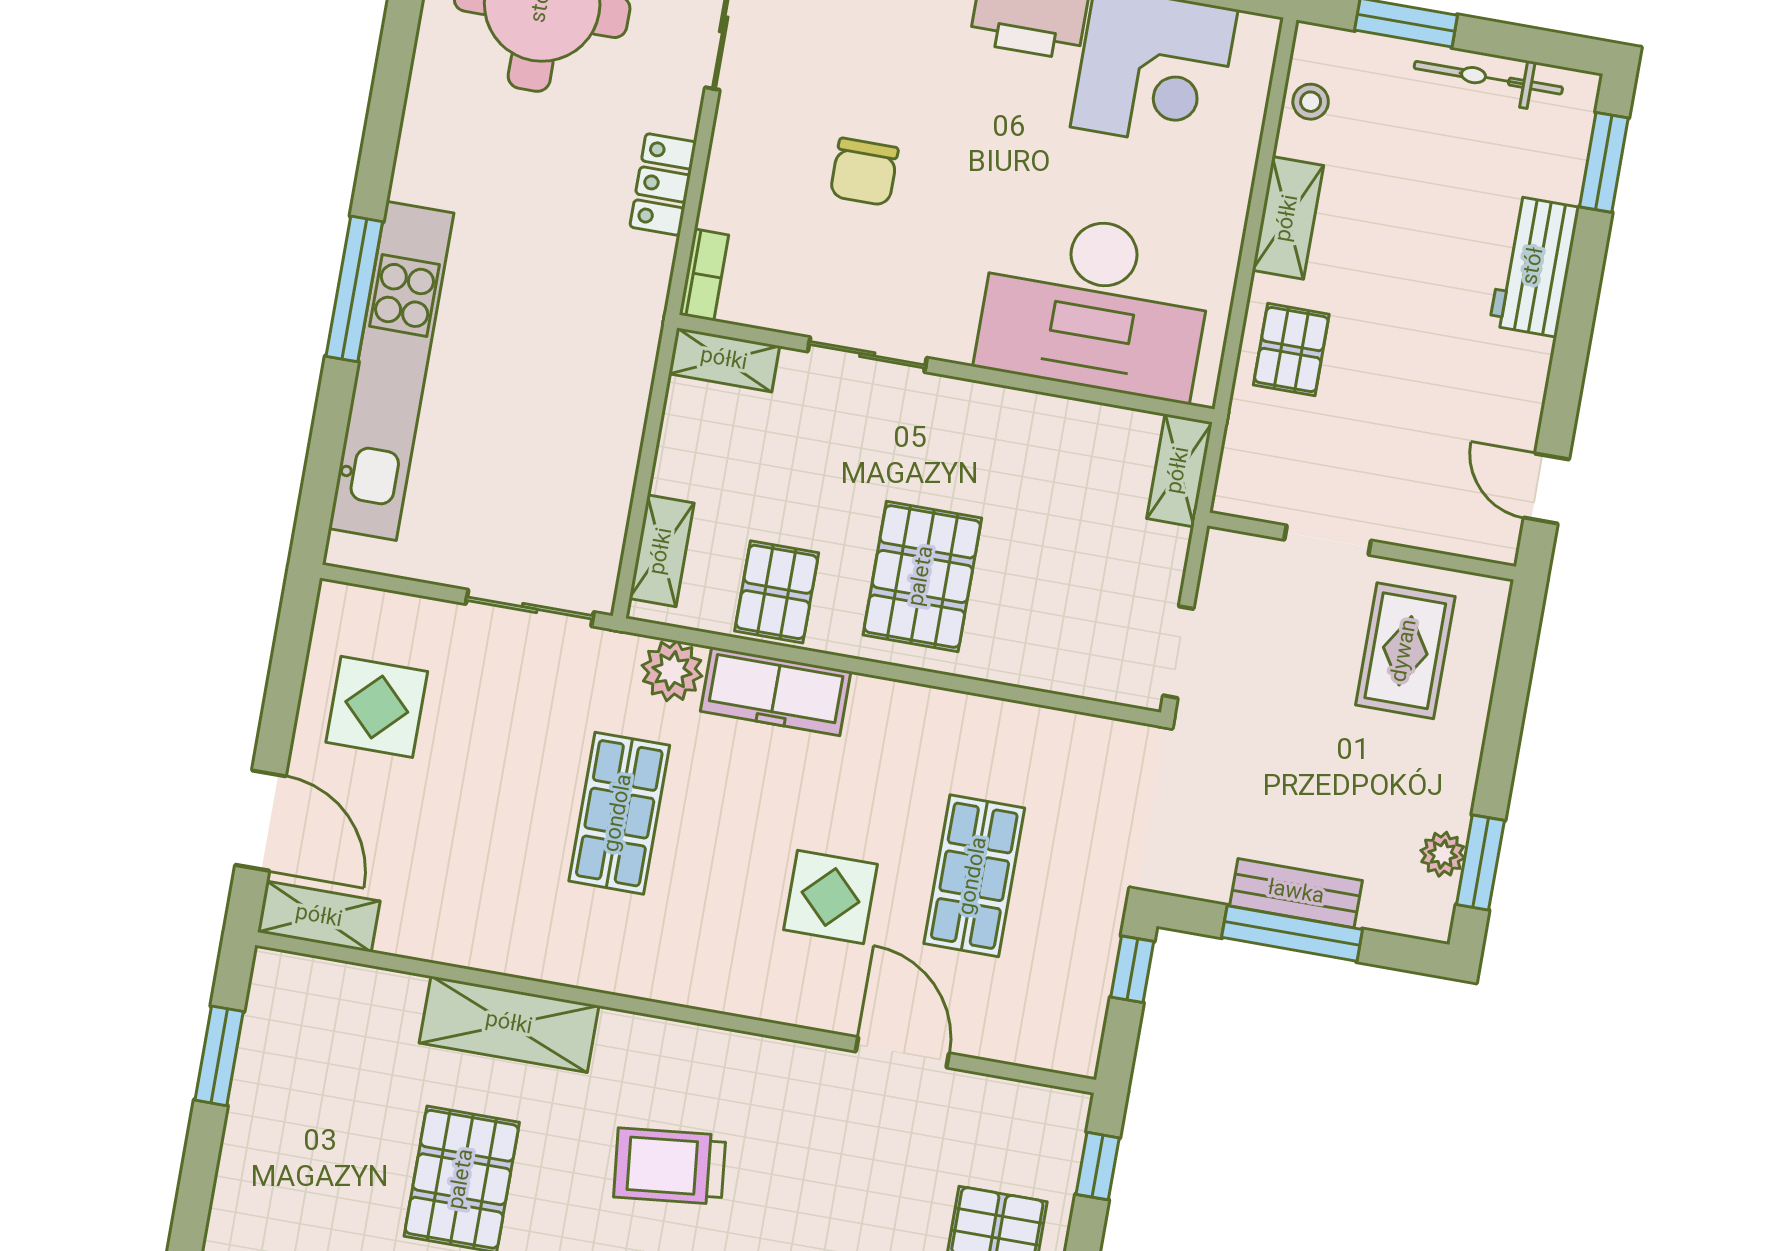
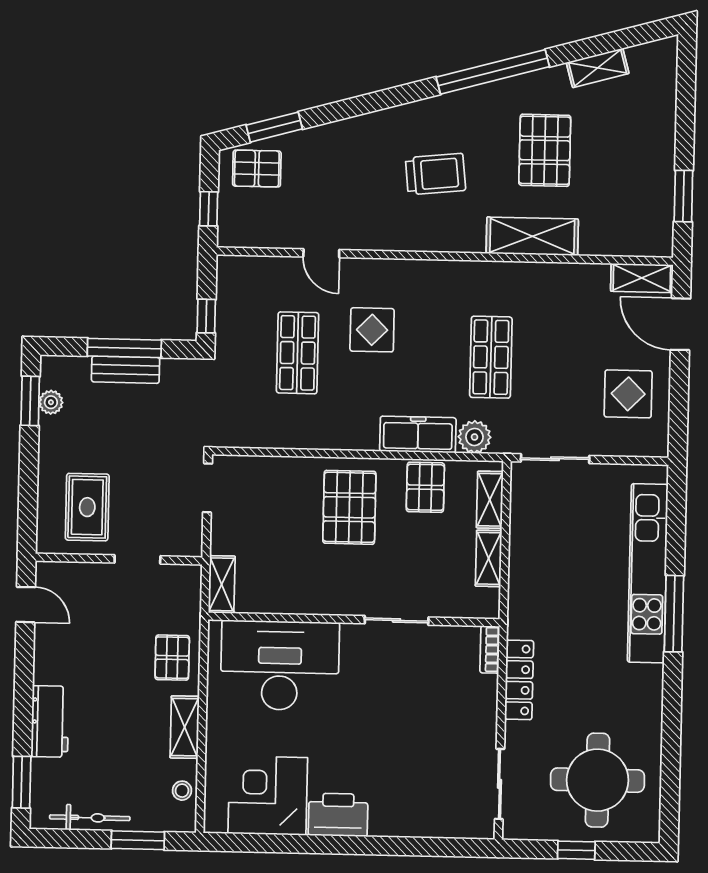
chair: (864, 172) -> (413, 717), removed
locker: (663, 184) -> (519, 680), width x1.53
shelving: (724, 360) -> (489, 558), moved, turned 90
door: (902, 1052) -> (321, 253), width x0.73

